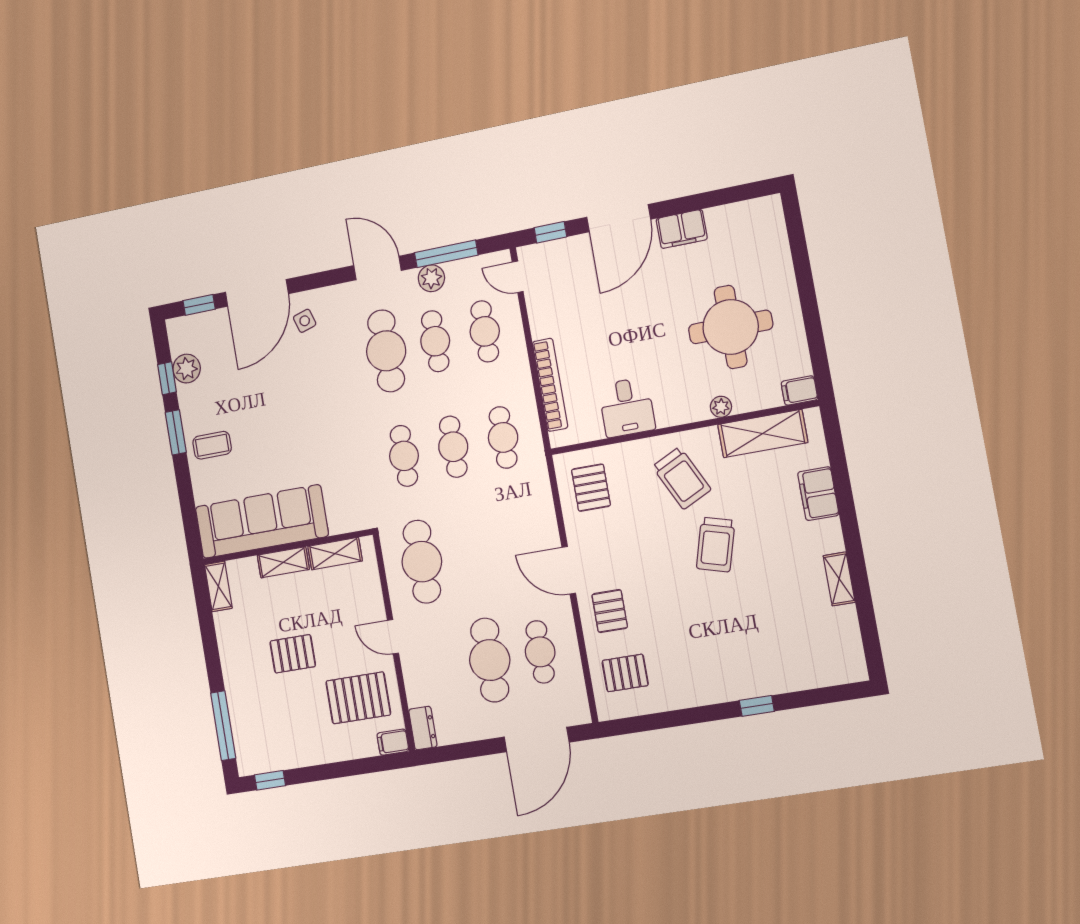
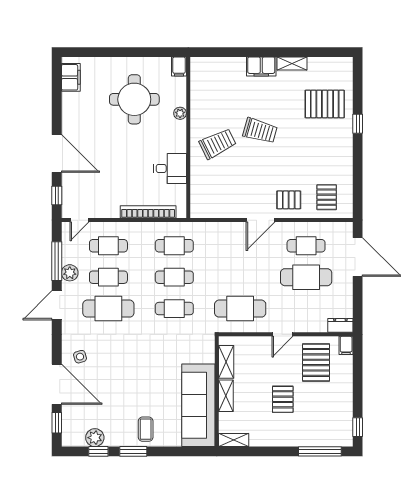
filing cabinet: (682, 229) -> (71, 77), moved
shelving: (763, 434) -> (200, 92), removed
pallet: (591, 488) -> (325, 104), moved, width x1.50, depth x1.42
filing cabinet: (818, 494) -> (261, 67), moved

